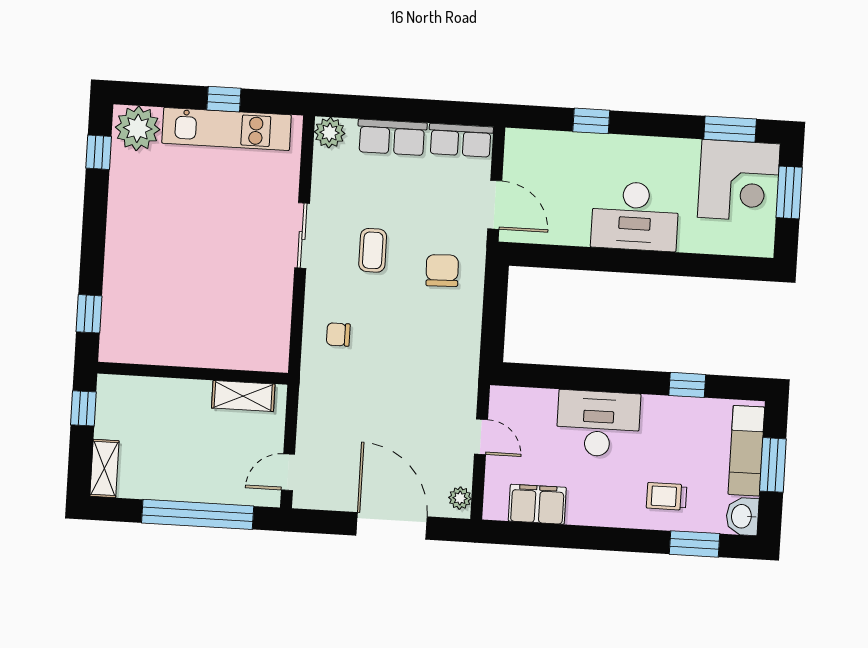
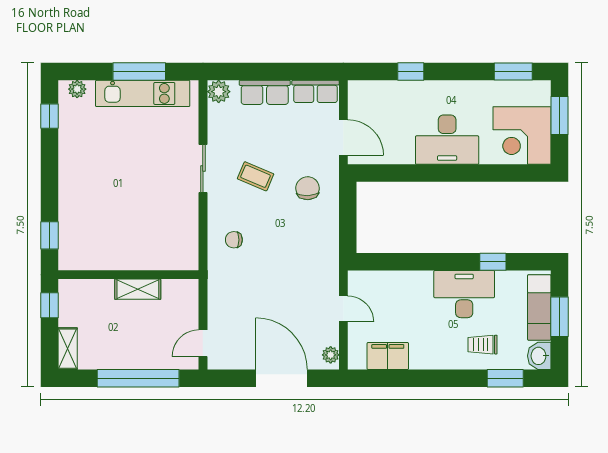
window: (224, 99) -> (139, 72), width x2.17
plant: (138, 128) -> (77, 89), width x0.53, depth x0.53
corner desk: (739, 181) -> (522, 136), moved, turned 90
coffee table: (373, 250) -> (256, 176), turned -67
shelving: (243, 396) -> (138, 289), moved
desk: (598, 424) -> (464, 294), moved

